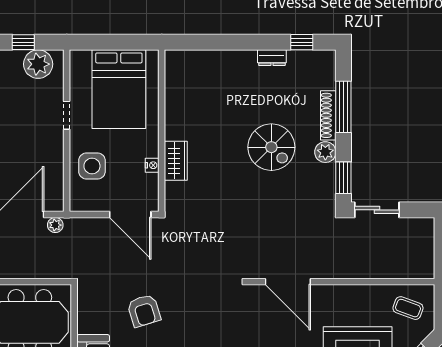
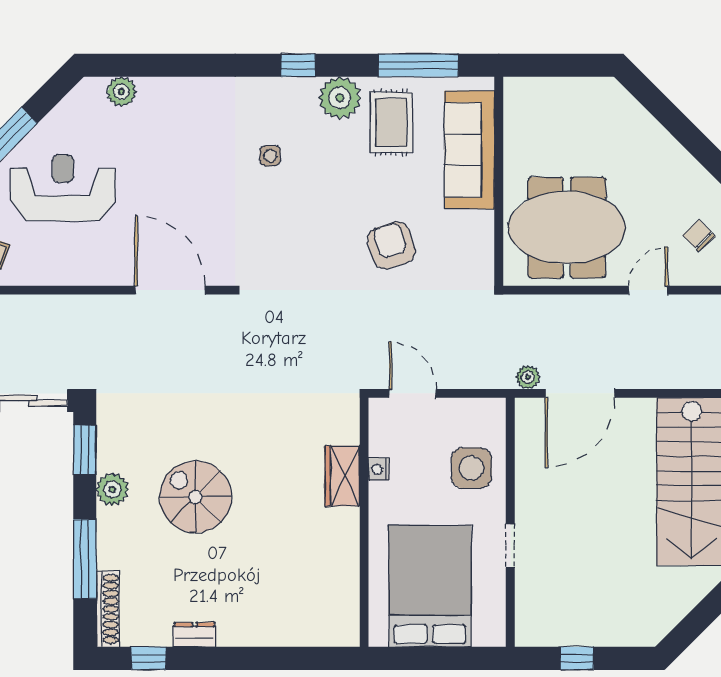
plant: (38, 64) -> (554, 625), removed
shoe rack: (328, 115) -> (108, 609), moved
door: (130, 215) -> (413, 393), width x0.73

